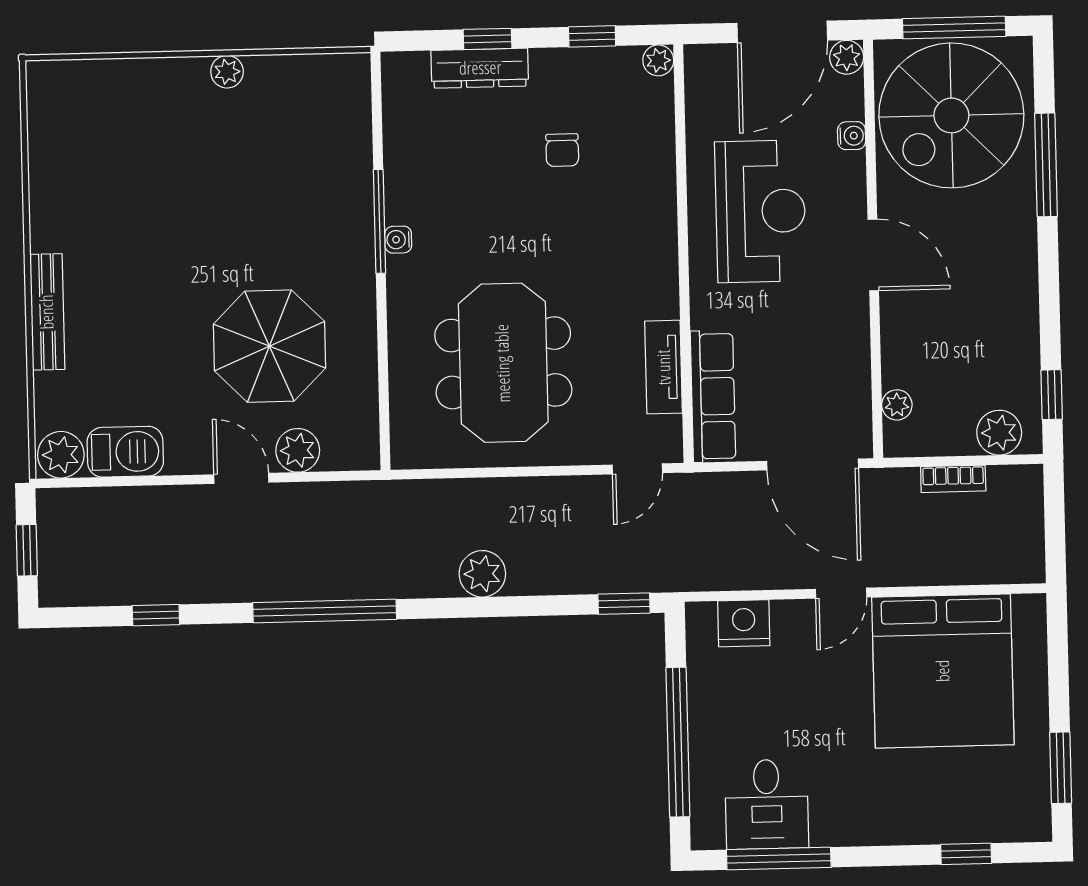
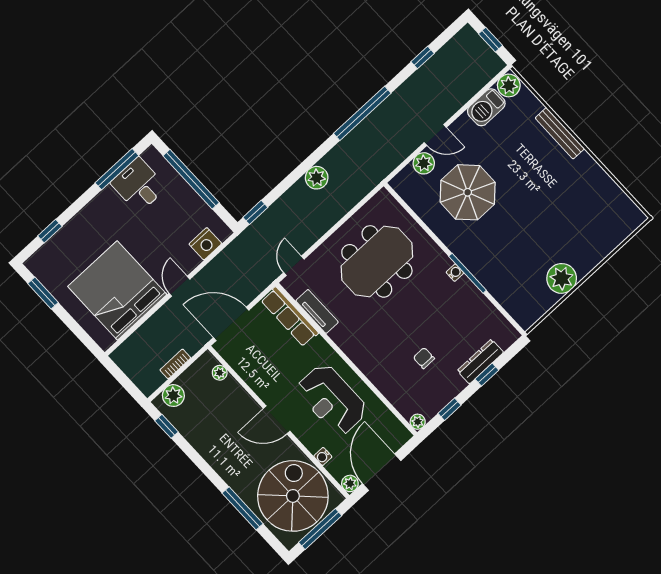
plant: (227, 72) -> (562, 278), width x1.88, depth x1.88
meeting table: (503, 363) -> (377, 261), turned 90

